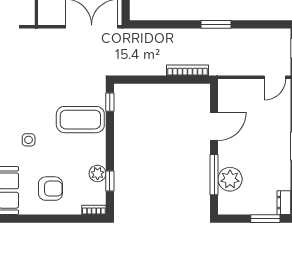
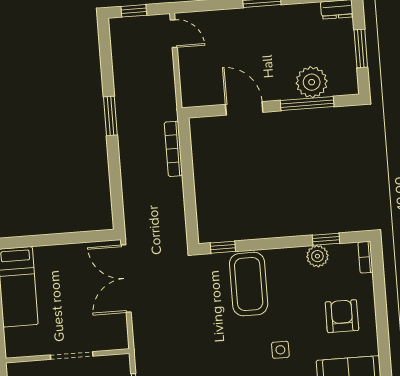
window: (265, 219) -> (361, 48), moved

